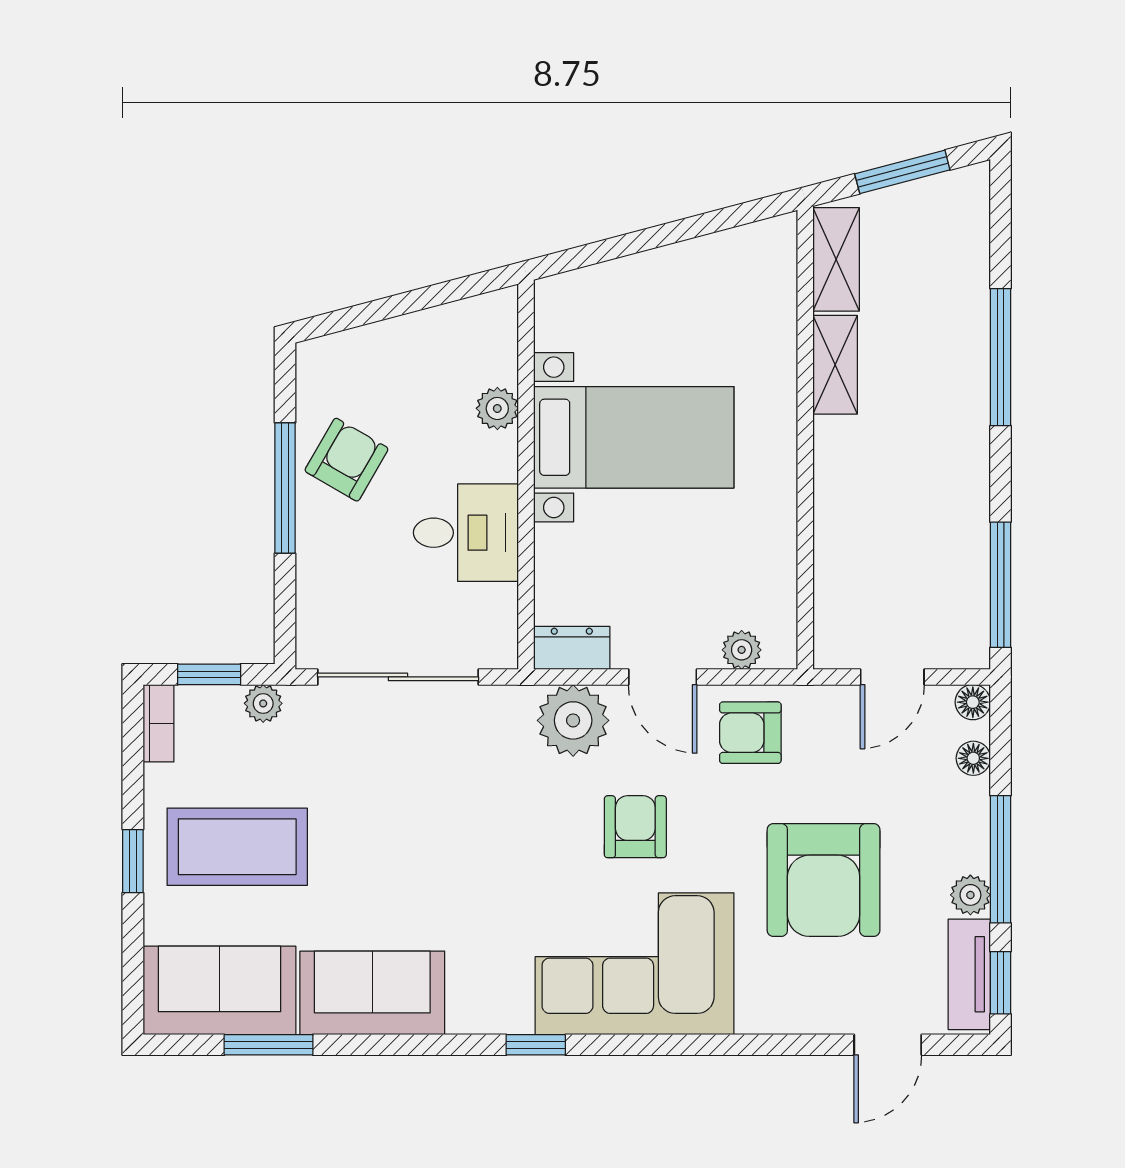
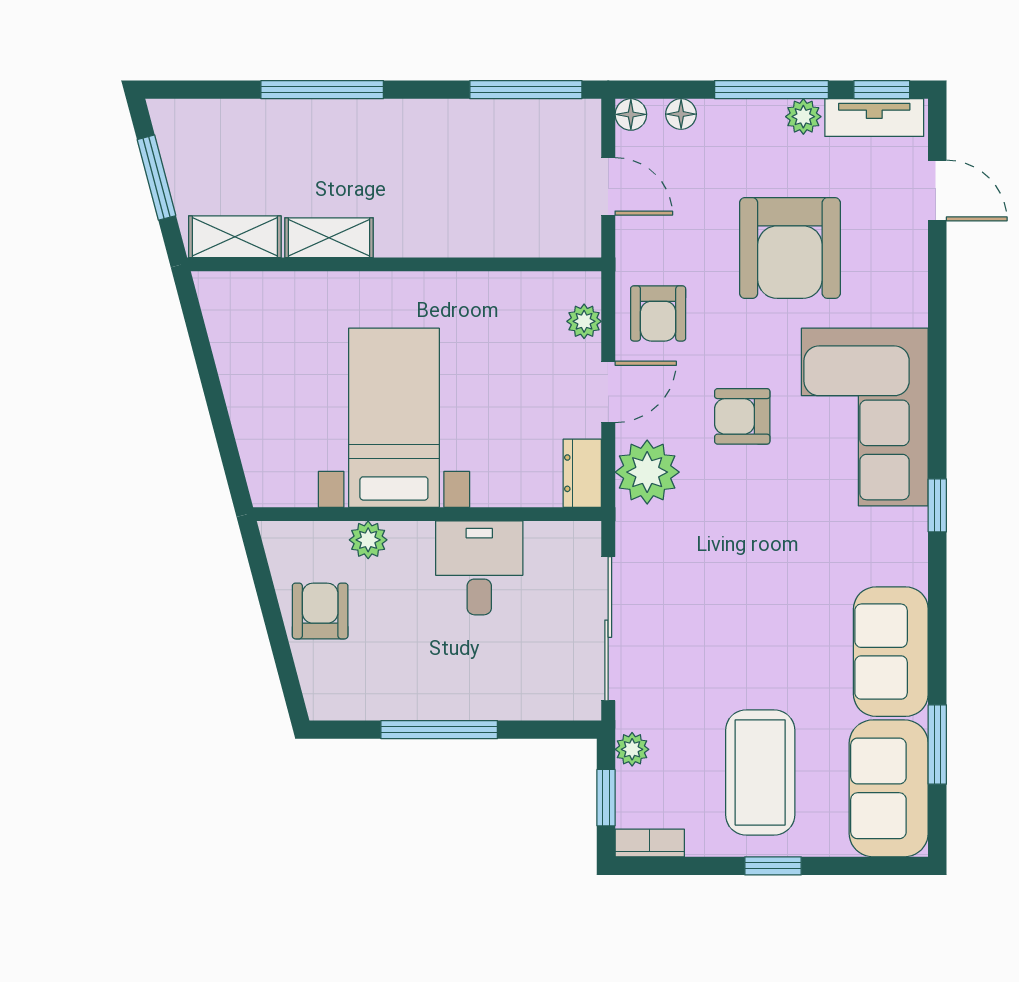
armchair: (346, 460) -> (320, 611), moved, turned 60
armchair: (824, 880) -> (790, 248), turned 90

